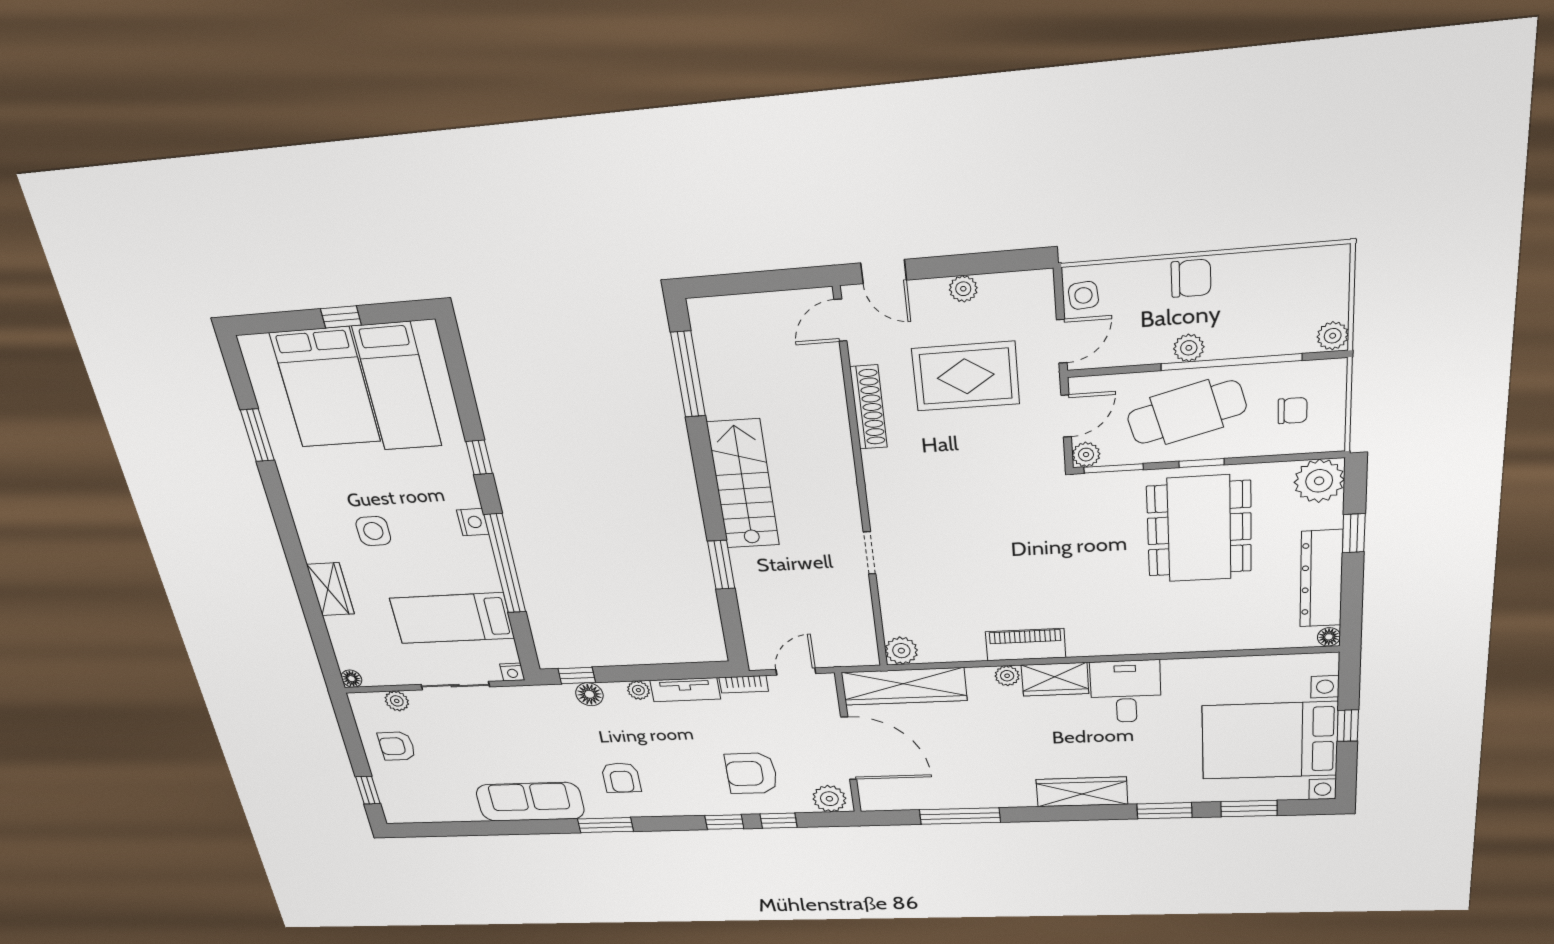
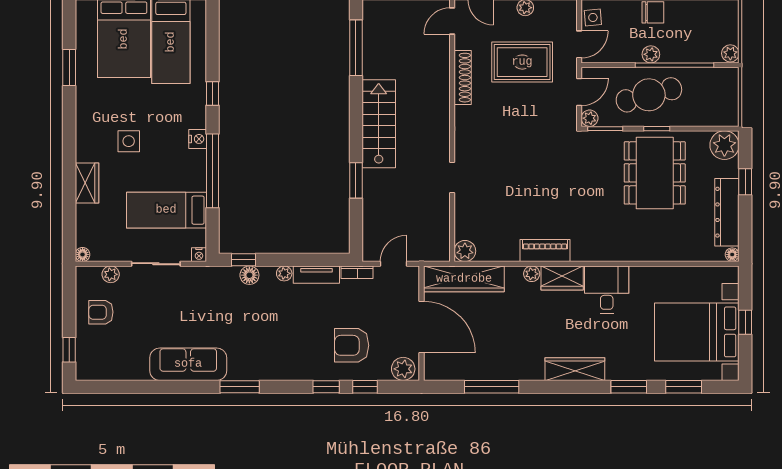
chair: (1293, 411) -> (709, 98), removed
armchair: (621, 778) -> (259, 346), removed

